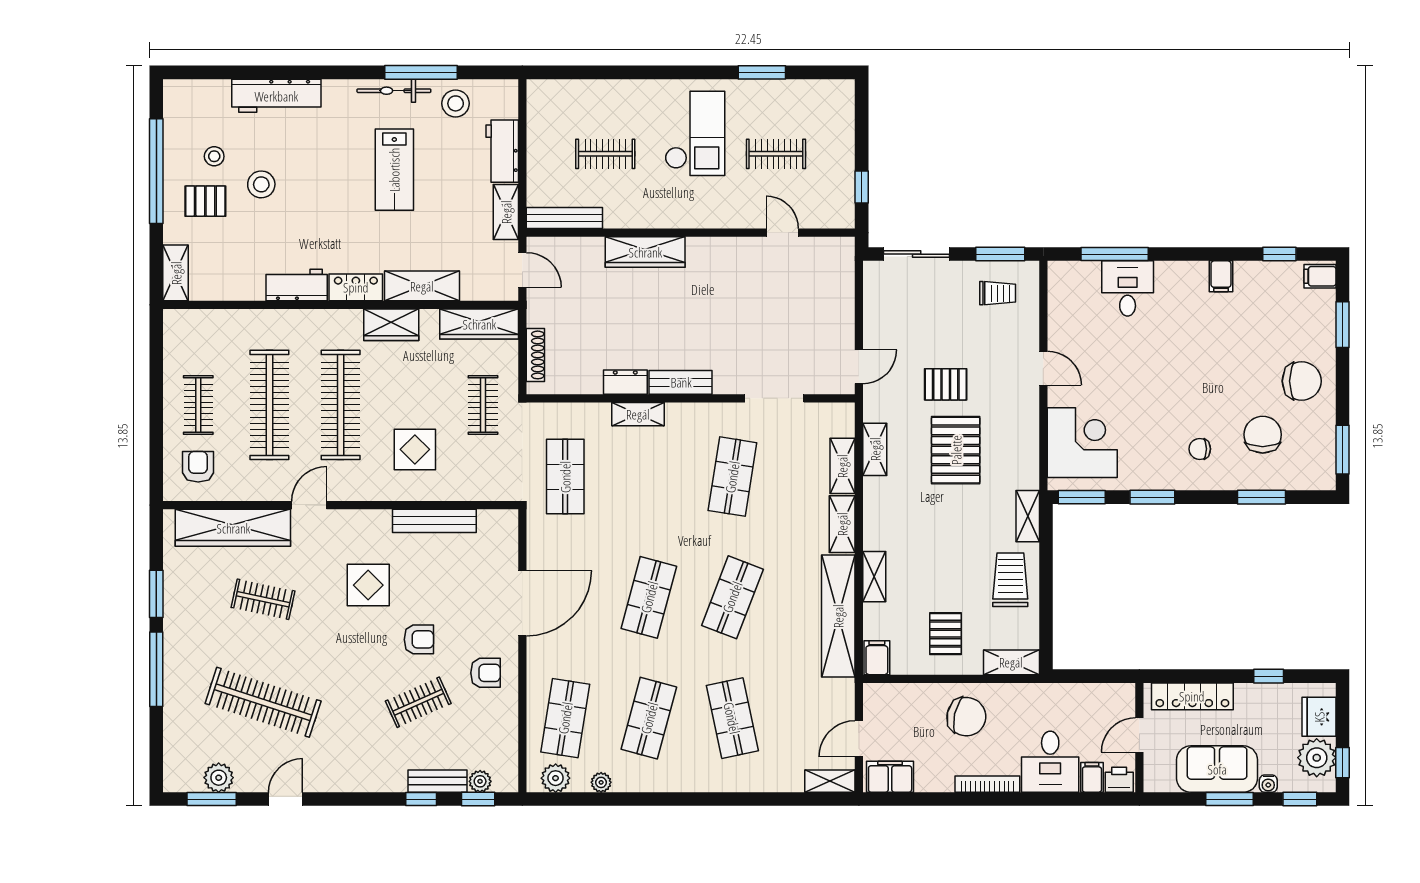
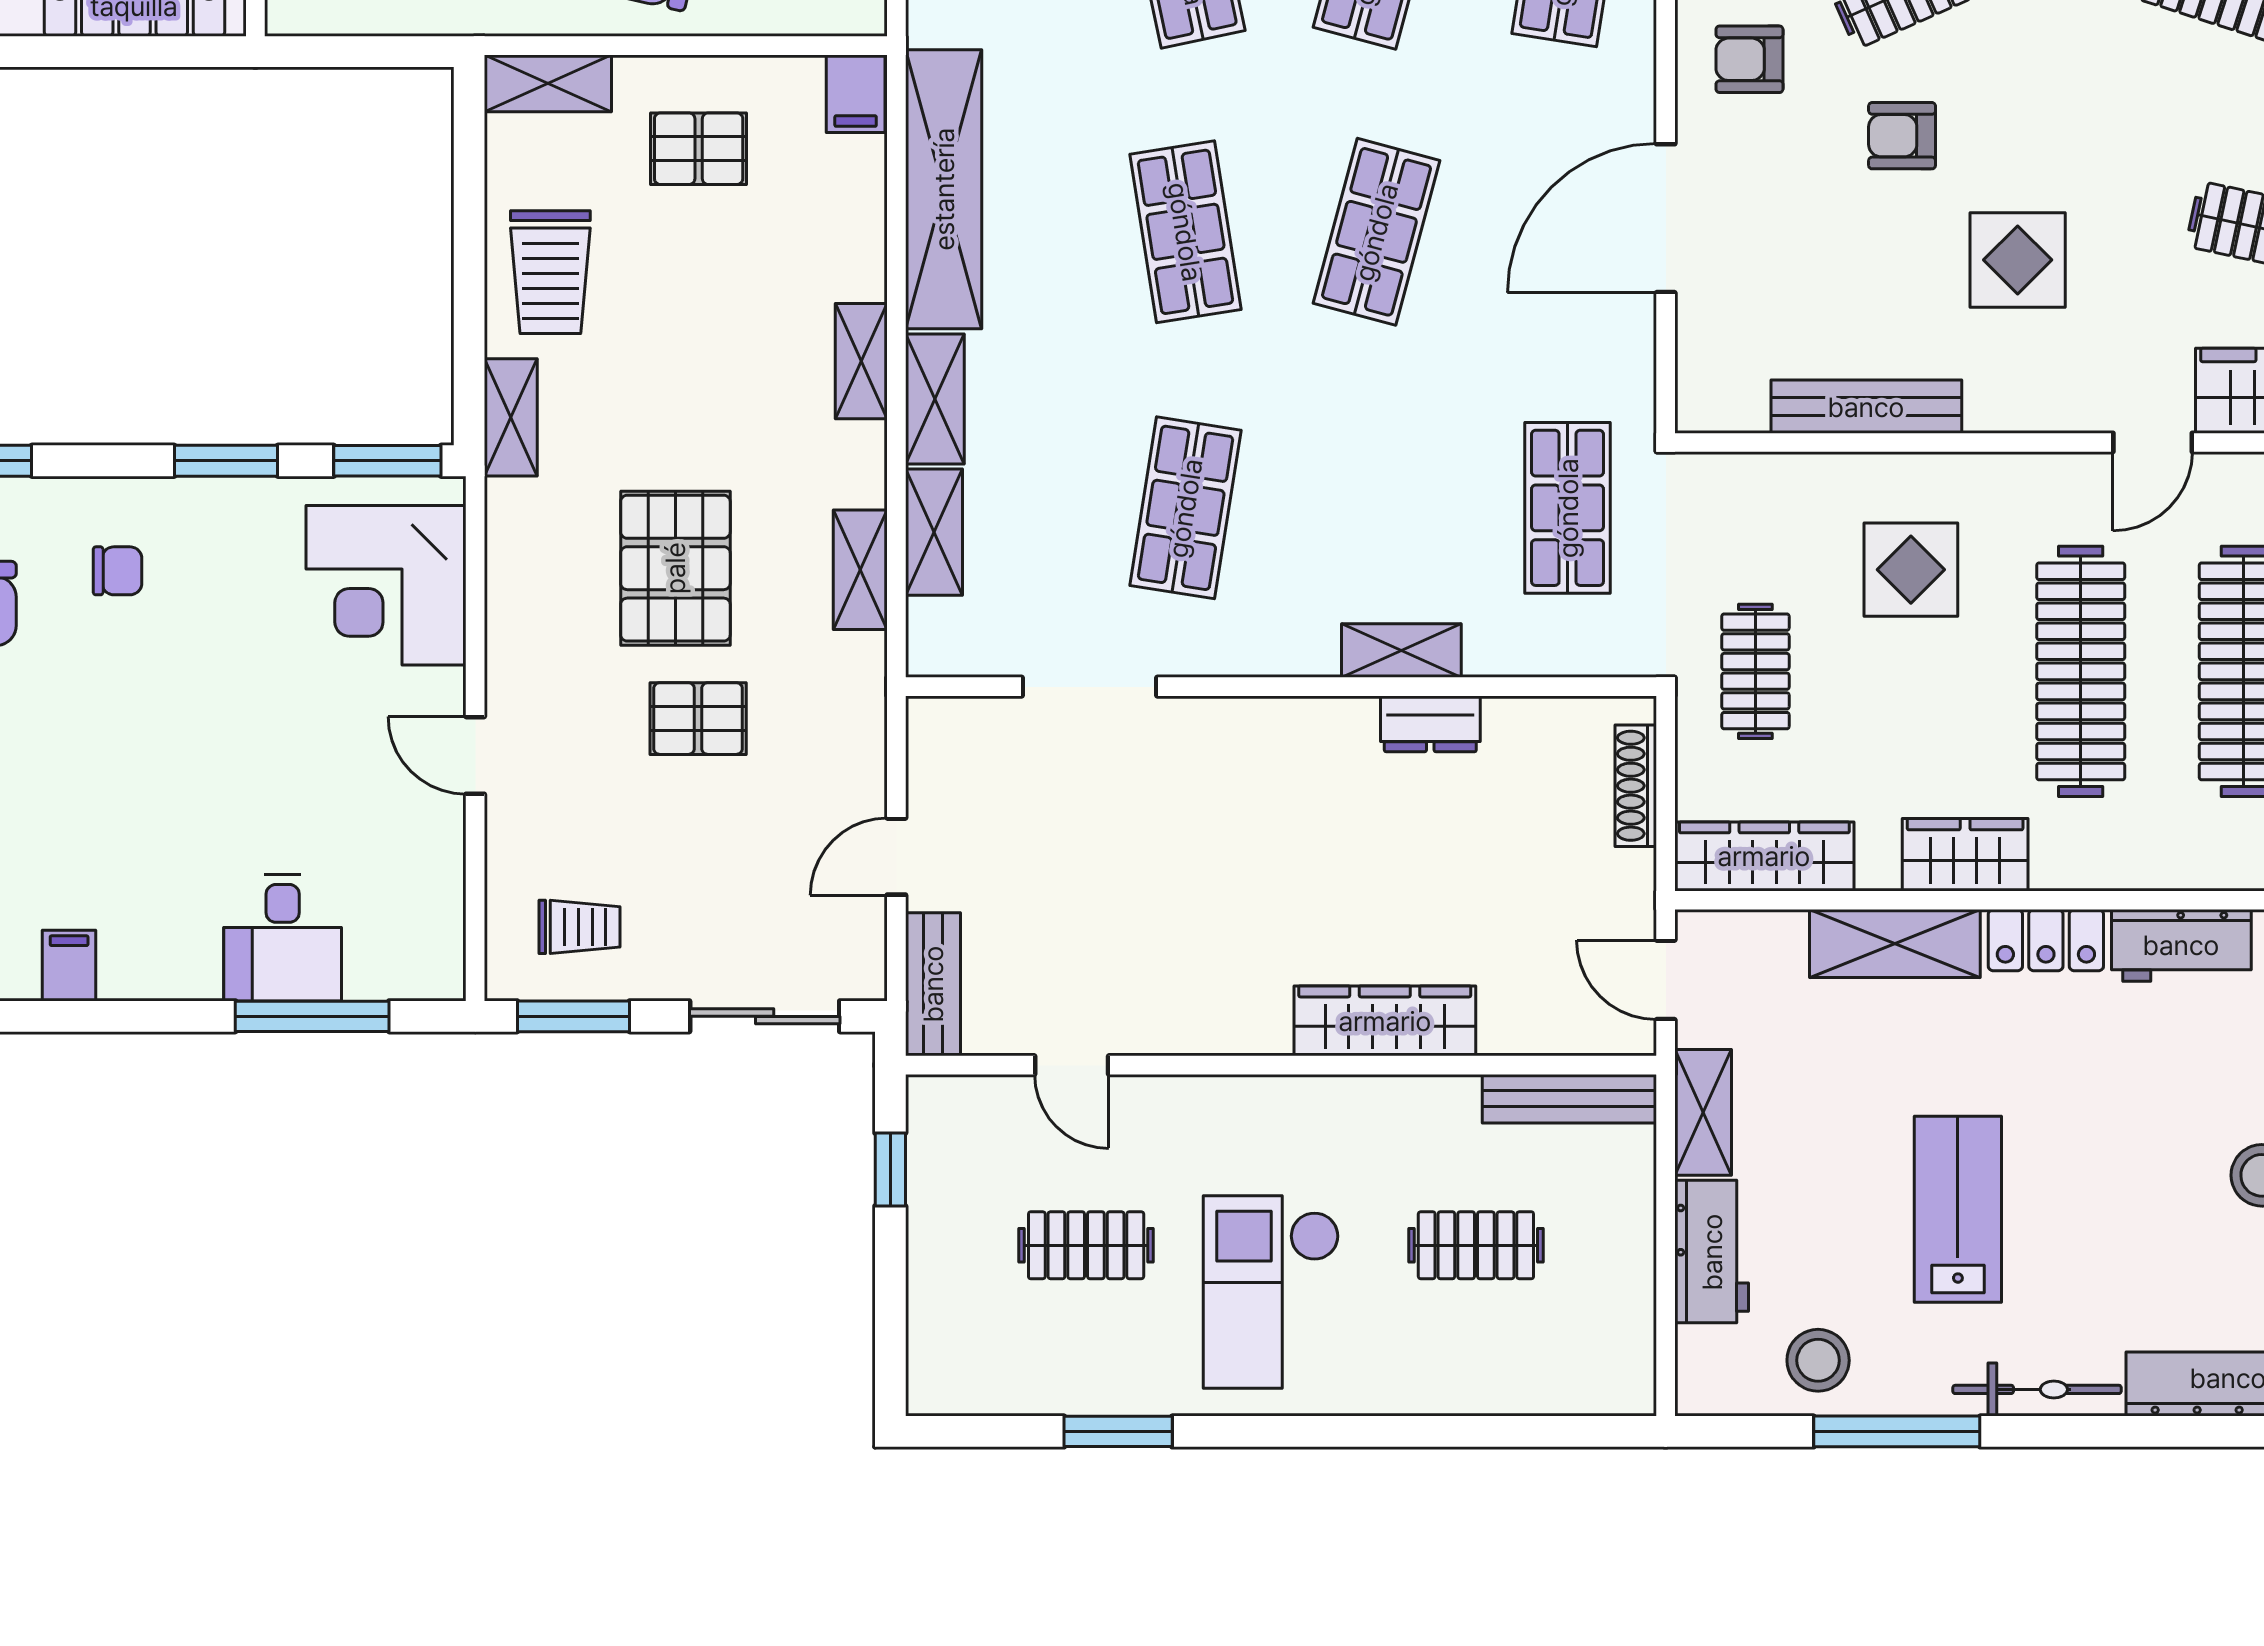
bicycle: (394, 91) -> (2037, 1389), moved
trolley: (998, 293) -> (579, 927), turned 180
door: (859, 367) -> (896, 857), moved
bench: (681, 382) -> (933, 984), moved, turned 90
shelving: (874, 577) -> (861, 361), moved
shop shelf: (732, 597) -> (1185, 232), turned -30
pallet: (945, 634) -> (699, 149), turned 90

